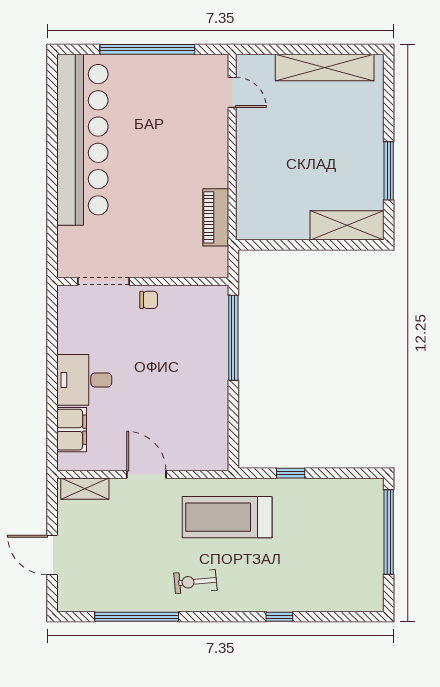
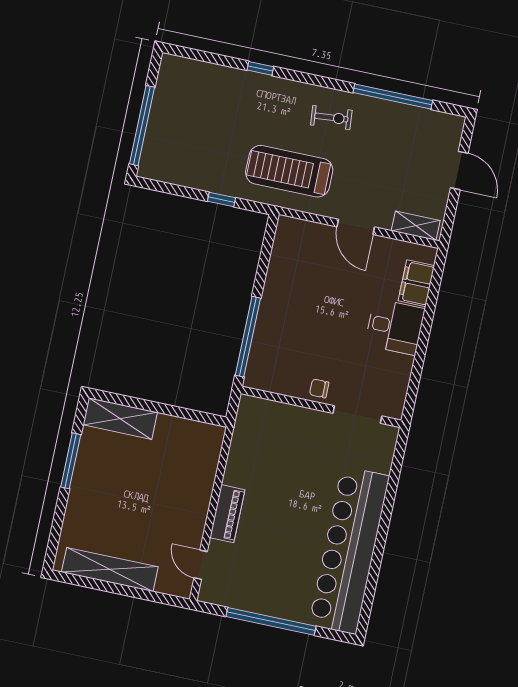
piano: (216, 217) -> (227, 514), moved
treadmill: (227, 517) -> (289, 171), turned 180

